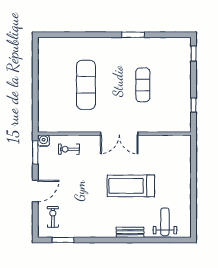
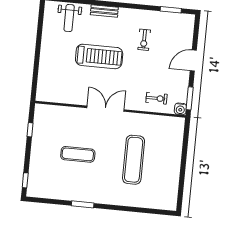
exercise mat: (143, 85) -> (78, 154), turned 90
exercise bike: (53, 217) -> (144, 40), moved

